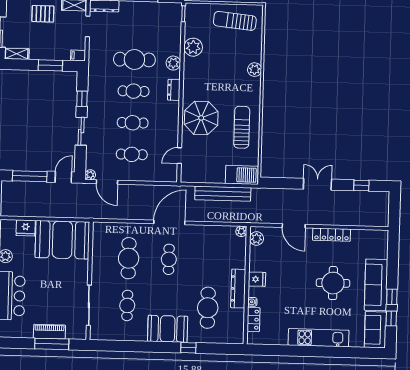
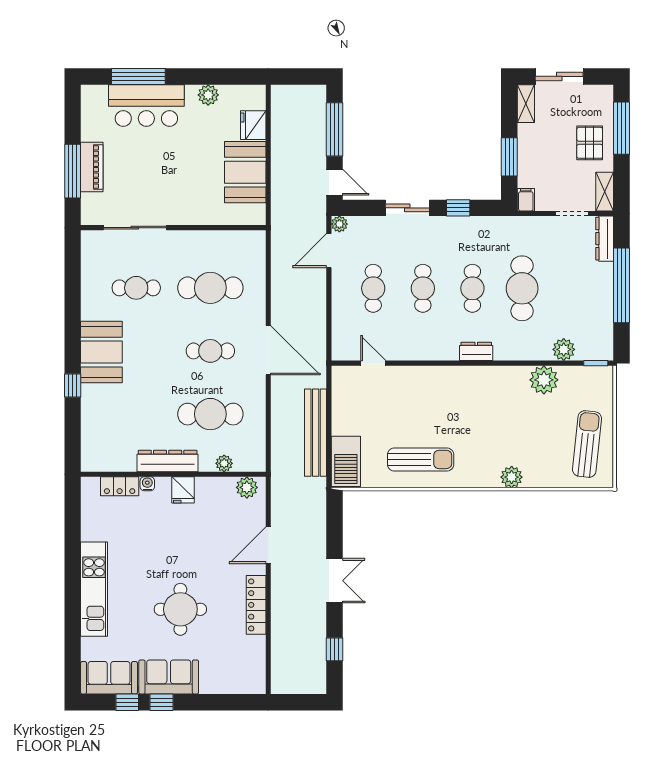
plant: (173, 63) -> (564, 349), moved
parasol: (201, 118) -> (433, 395), removed
plant: (241, 231) -> (224, 463), moved
booth: (62, 240) -> (245, 172), width x0.73, depth x0.70
sofa: (376, 285) -> (169, 677), width x0.73
cafe table: (208, 308) -> (210, 414), moved

